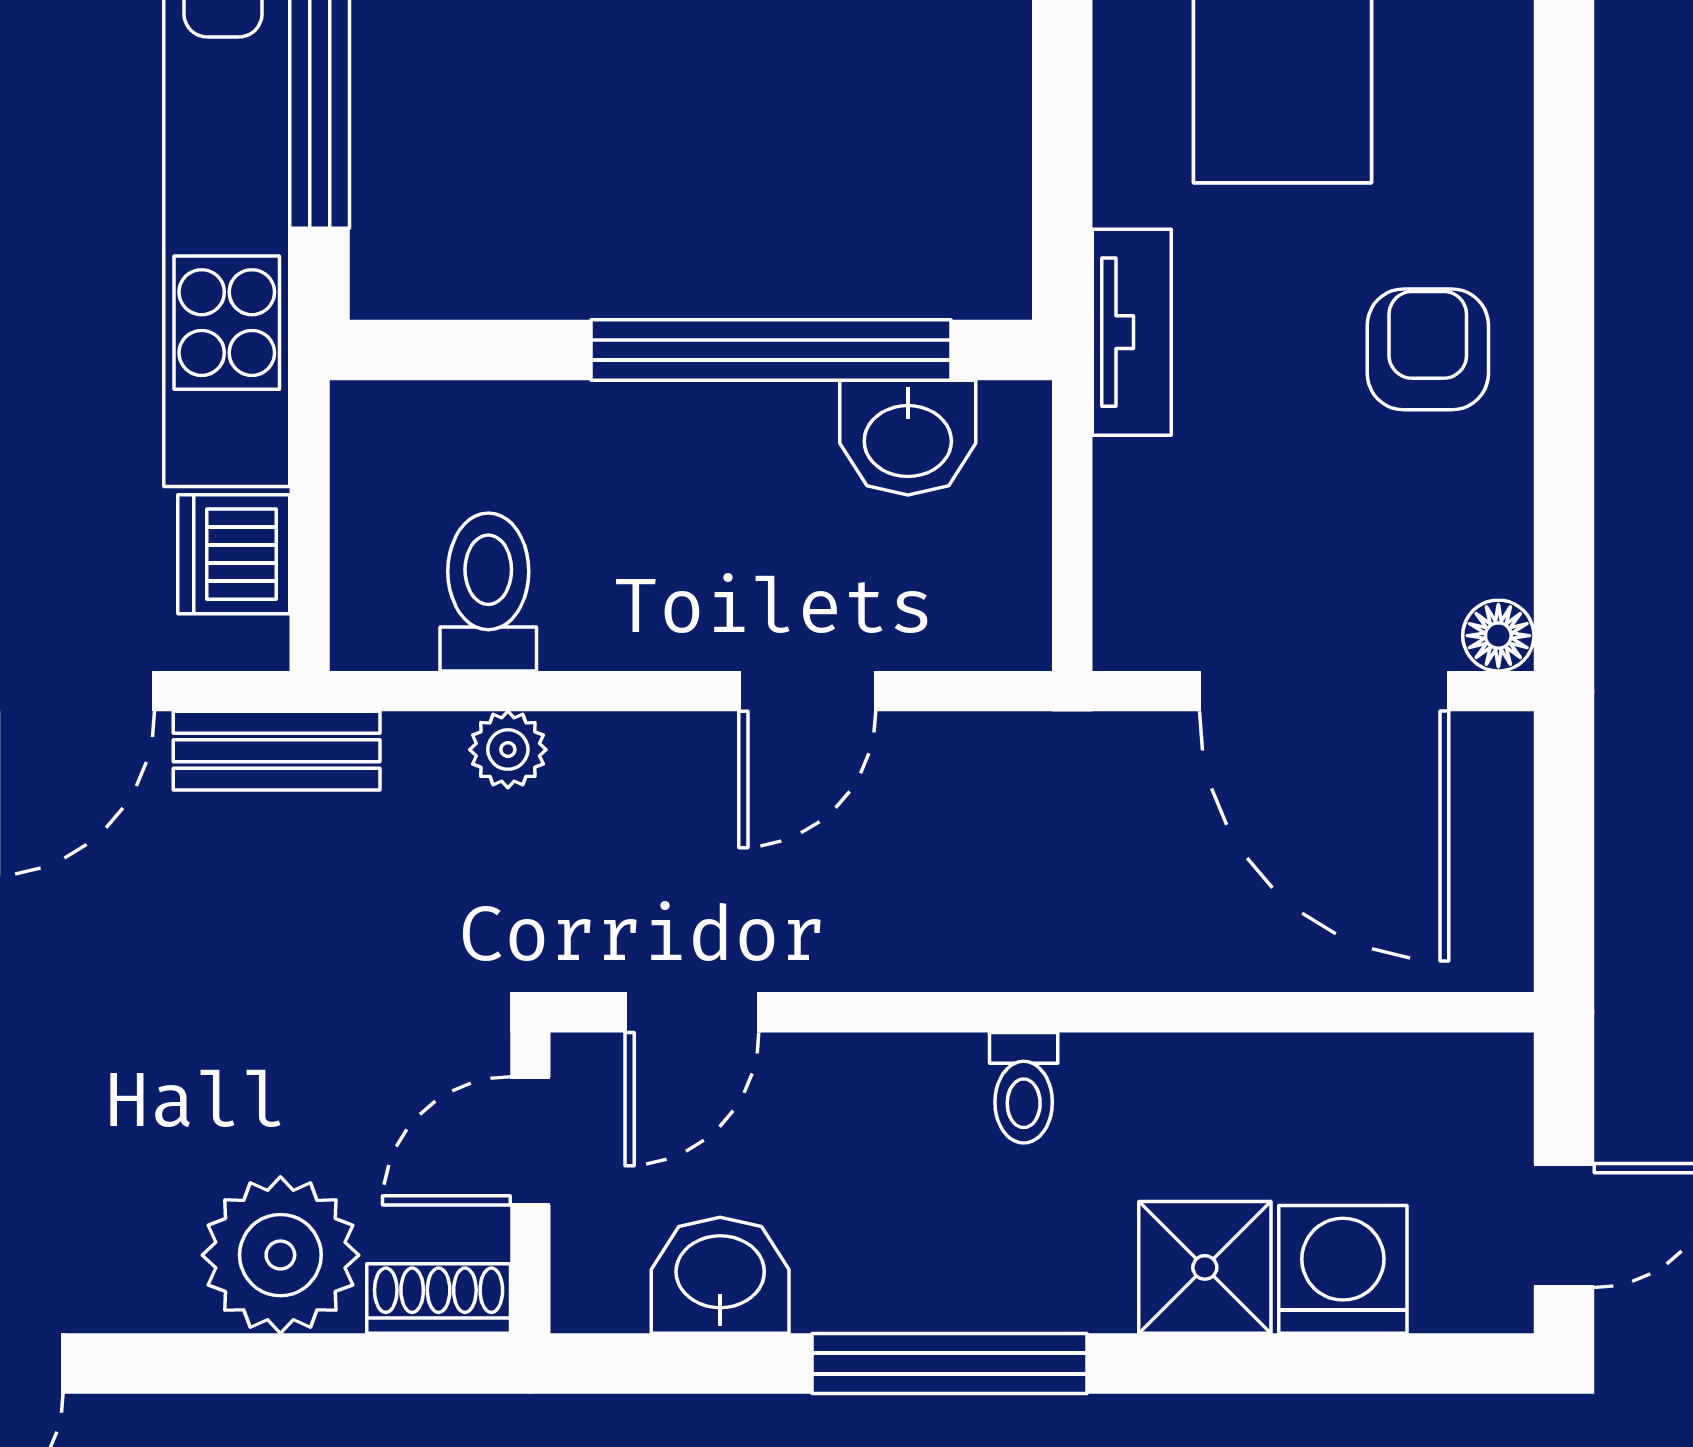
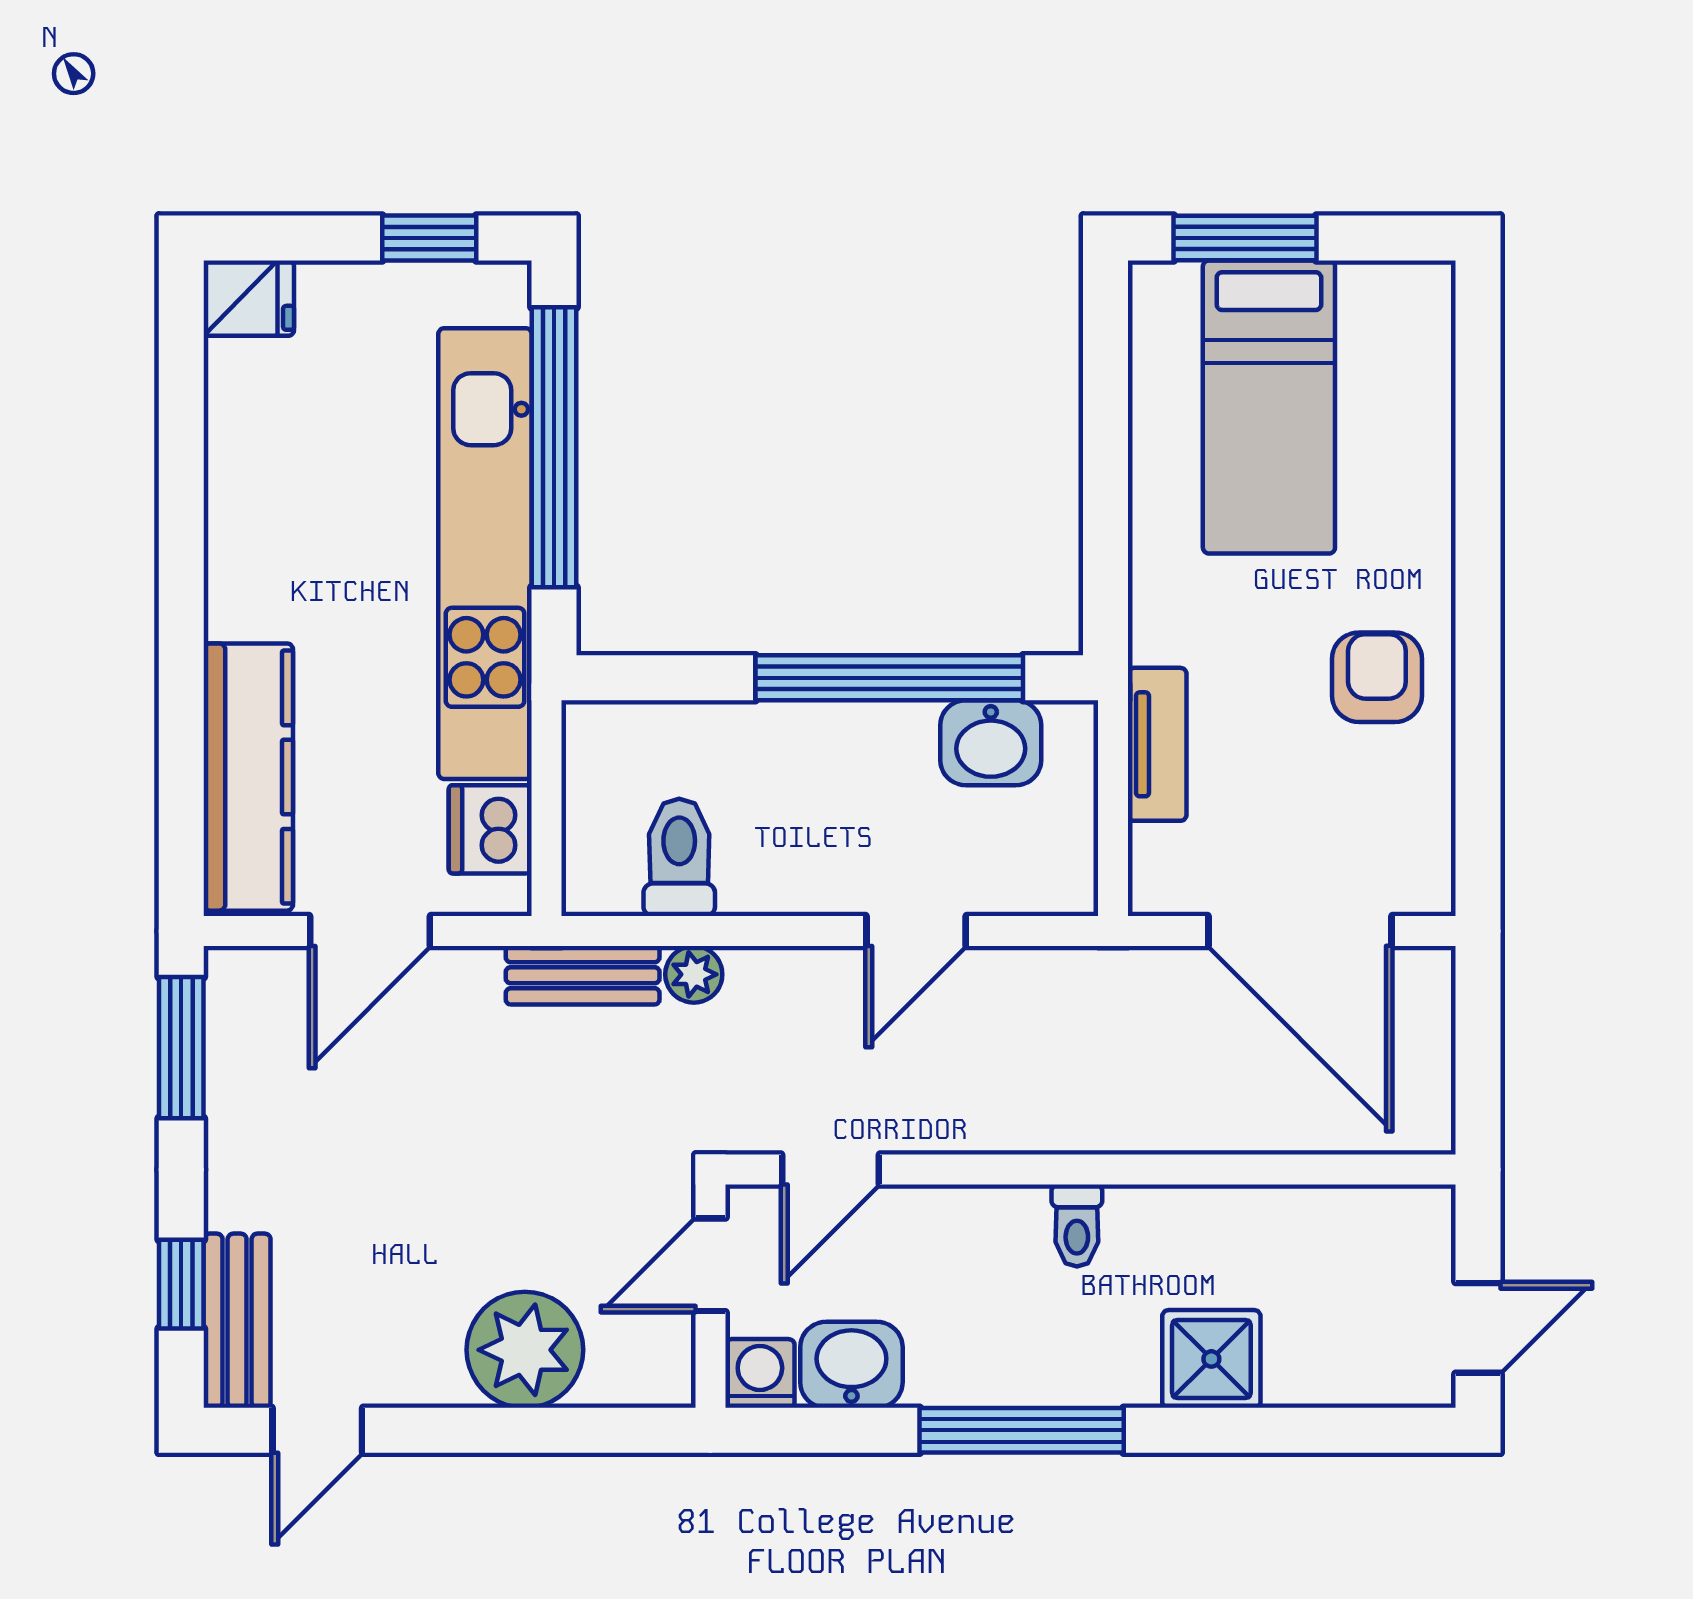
tv unit: (1132, 332) -> (1157, 744), moved
floor lamp: (1498, 636) -> (1429, 890), removed
bench: (277, 751) -> (583, 975), moved
washing machine: (1343, 1269) -> (760, 1373), moved, width x0.73, depth x0.73
shoe rack: (439, 1299) -> (642, 1382), removed

